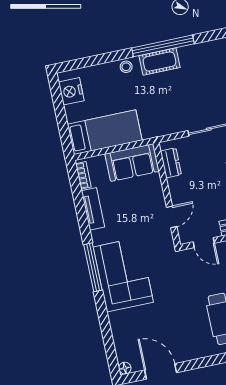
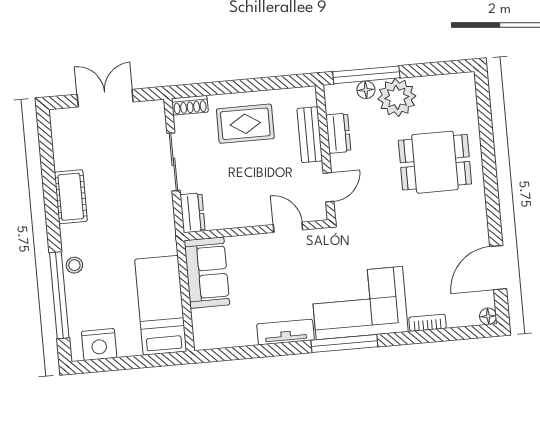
window: (163, 46) -> (59, 295), moved
cot: (160, 62) -> (71, 197), moved
dresser: (171, 163) -> (193, 213), moved, turned 90
bookcase: (83, 175) -> (428, 323), moved
tv unit: (93, 209) -> (286, 332), moved

